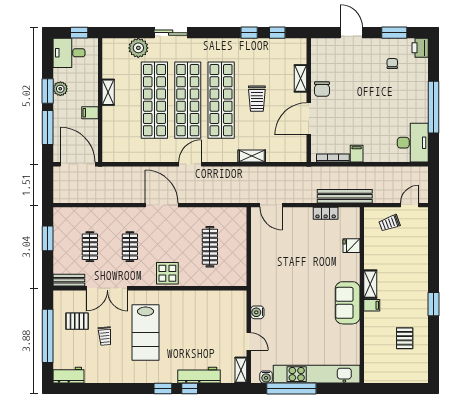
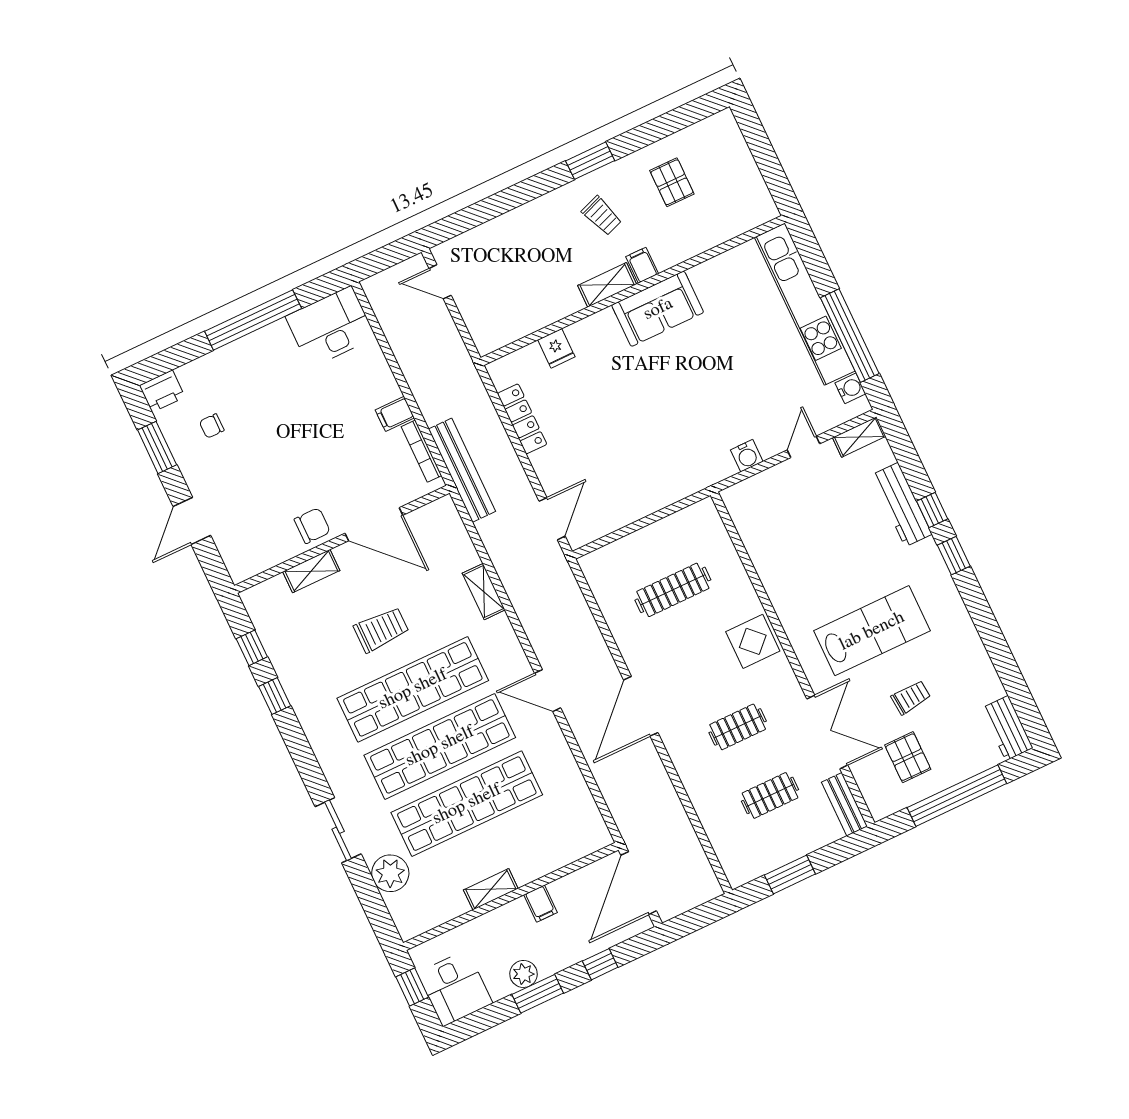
window: (48, 128) -> (600, 964), width x0.46
bench: (345, 196) -> (462, 470), moved
locker: (326, 213) -> (522, 419), width x1.53
trolley: (390, 223) -> (602, 216), moved
pallet: (405, 338) -> (672, 182), turned 90

